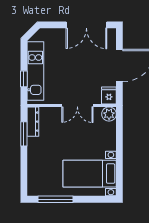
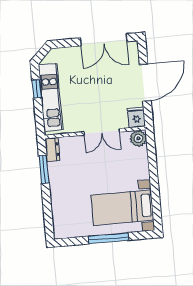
window: (24, 79) -> (37, 89), moved
dresser: (33, 122) -> (52, 149), width x0.70
window: (56, 199) -> (108, 238), moved

